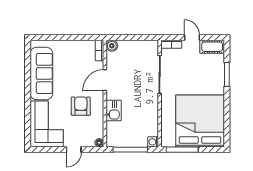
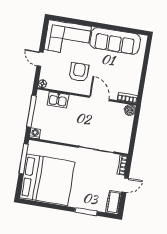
armchair: (81, 106) -> (79, 72), turned -90
kitchen sink: (114, 110) -> (58, 100), moved

